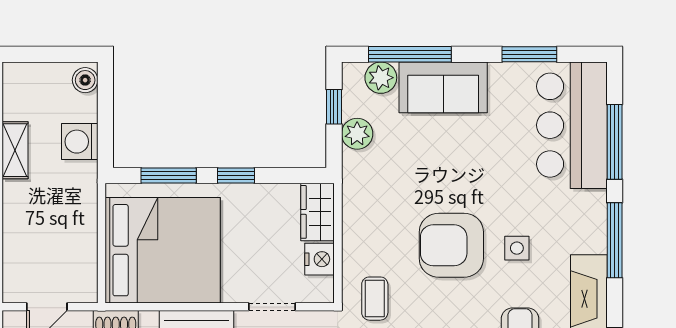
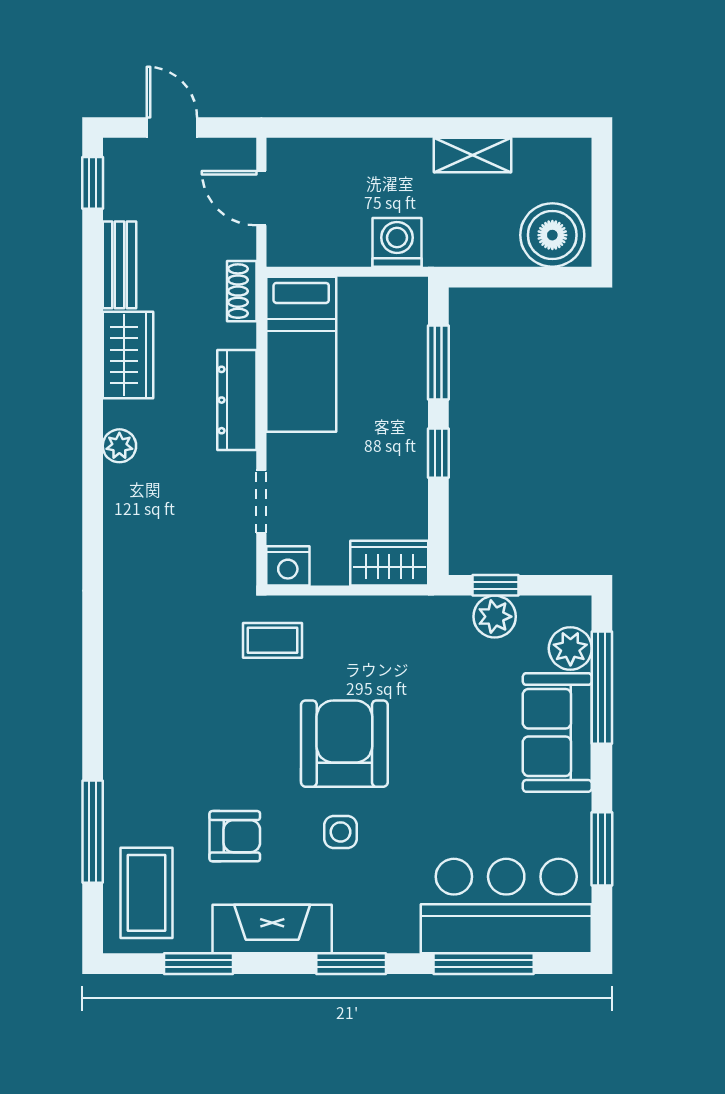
boiler: (85, 80) -> (552, 235), width x1.86, depth x1.86
window: (334, 107) -> (496, 585), moved
washing machine: (80, 142) -> (397, 242), moved
window: (615, 240) -> (351, 964), width x0.69
bed: (163, 250) -> (301, 354), width x0.49
nightstand: (320, 259) -> (288, 566), moved

